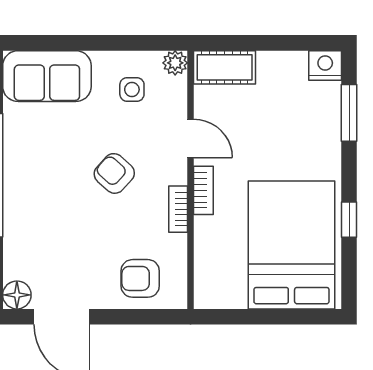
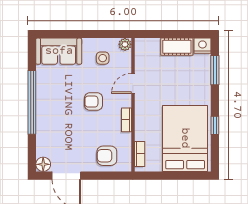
cot: (225, 67) -> (177, 47), moved
door: (191, 138) -> (133, 83), swing flipped
armchair: (114, 173) -> (94, 102), turned -42
bookcase: (203, 190) -> (140, 154), moved

